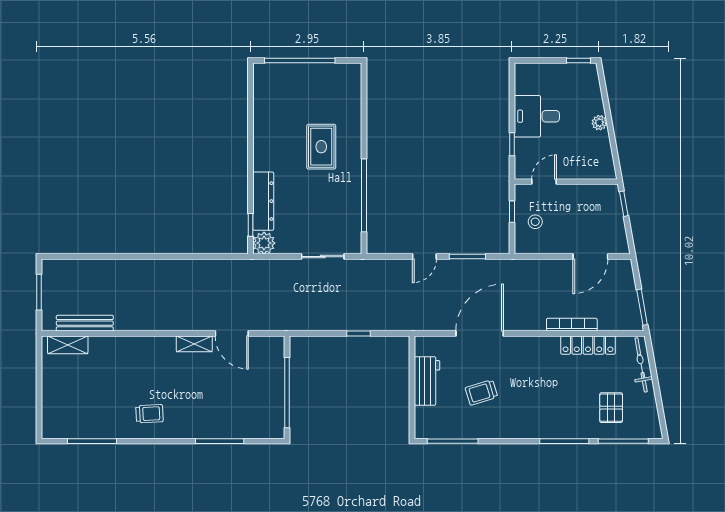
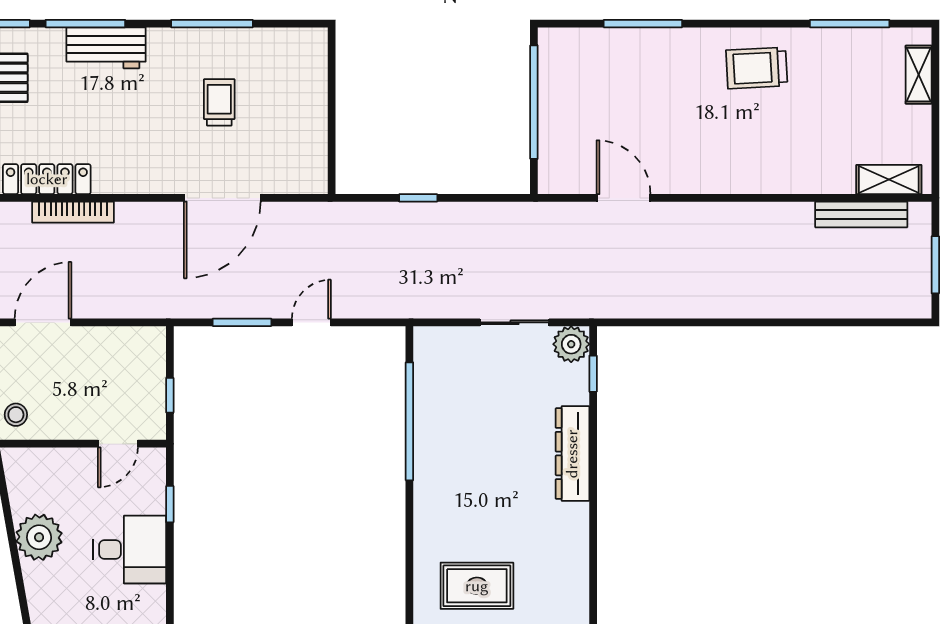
plant: (599, 123) -> (39, 537), width x1.87, depth x1.87
rug: (321, 147) -> (477, 586), moved, turned 90
dresser: (263, 201) -> (572, 454), moved
stool: (535, 222) -> (16, 415), moved
sliding door: (323, 257) -> (515, 322), moved
shelving: (194, 344) -> (919, 75), moved, turned 90
workbench: (427, 381) -> (106, 48), moved, turned -90
trolley: (481, 392) -> (219, 102), turned -73
trolley: (149, 414) -> (757, 68), width x1.36, depth x1.39
window: (453, 441) -> (212, 24), moved

